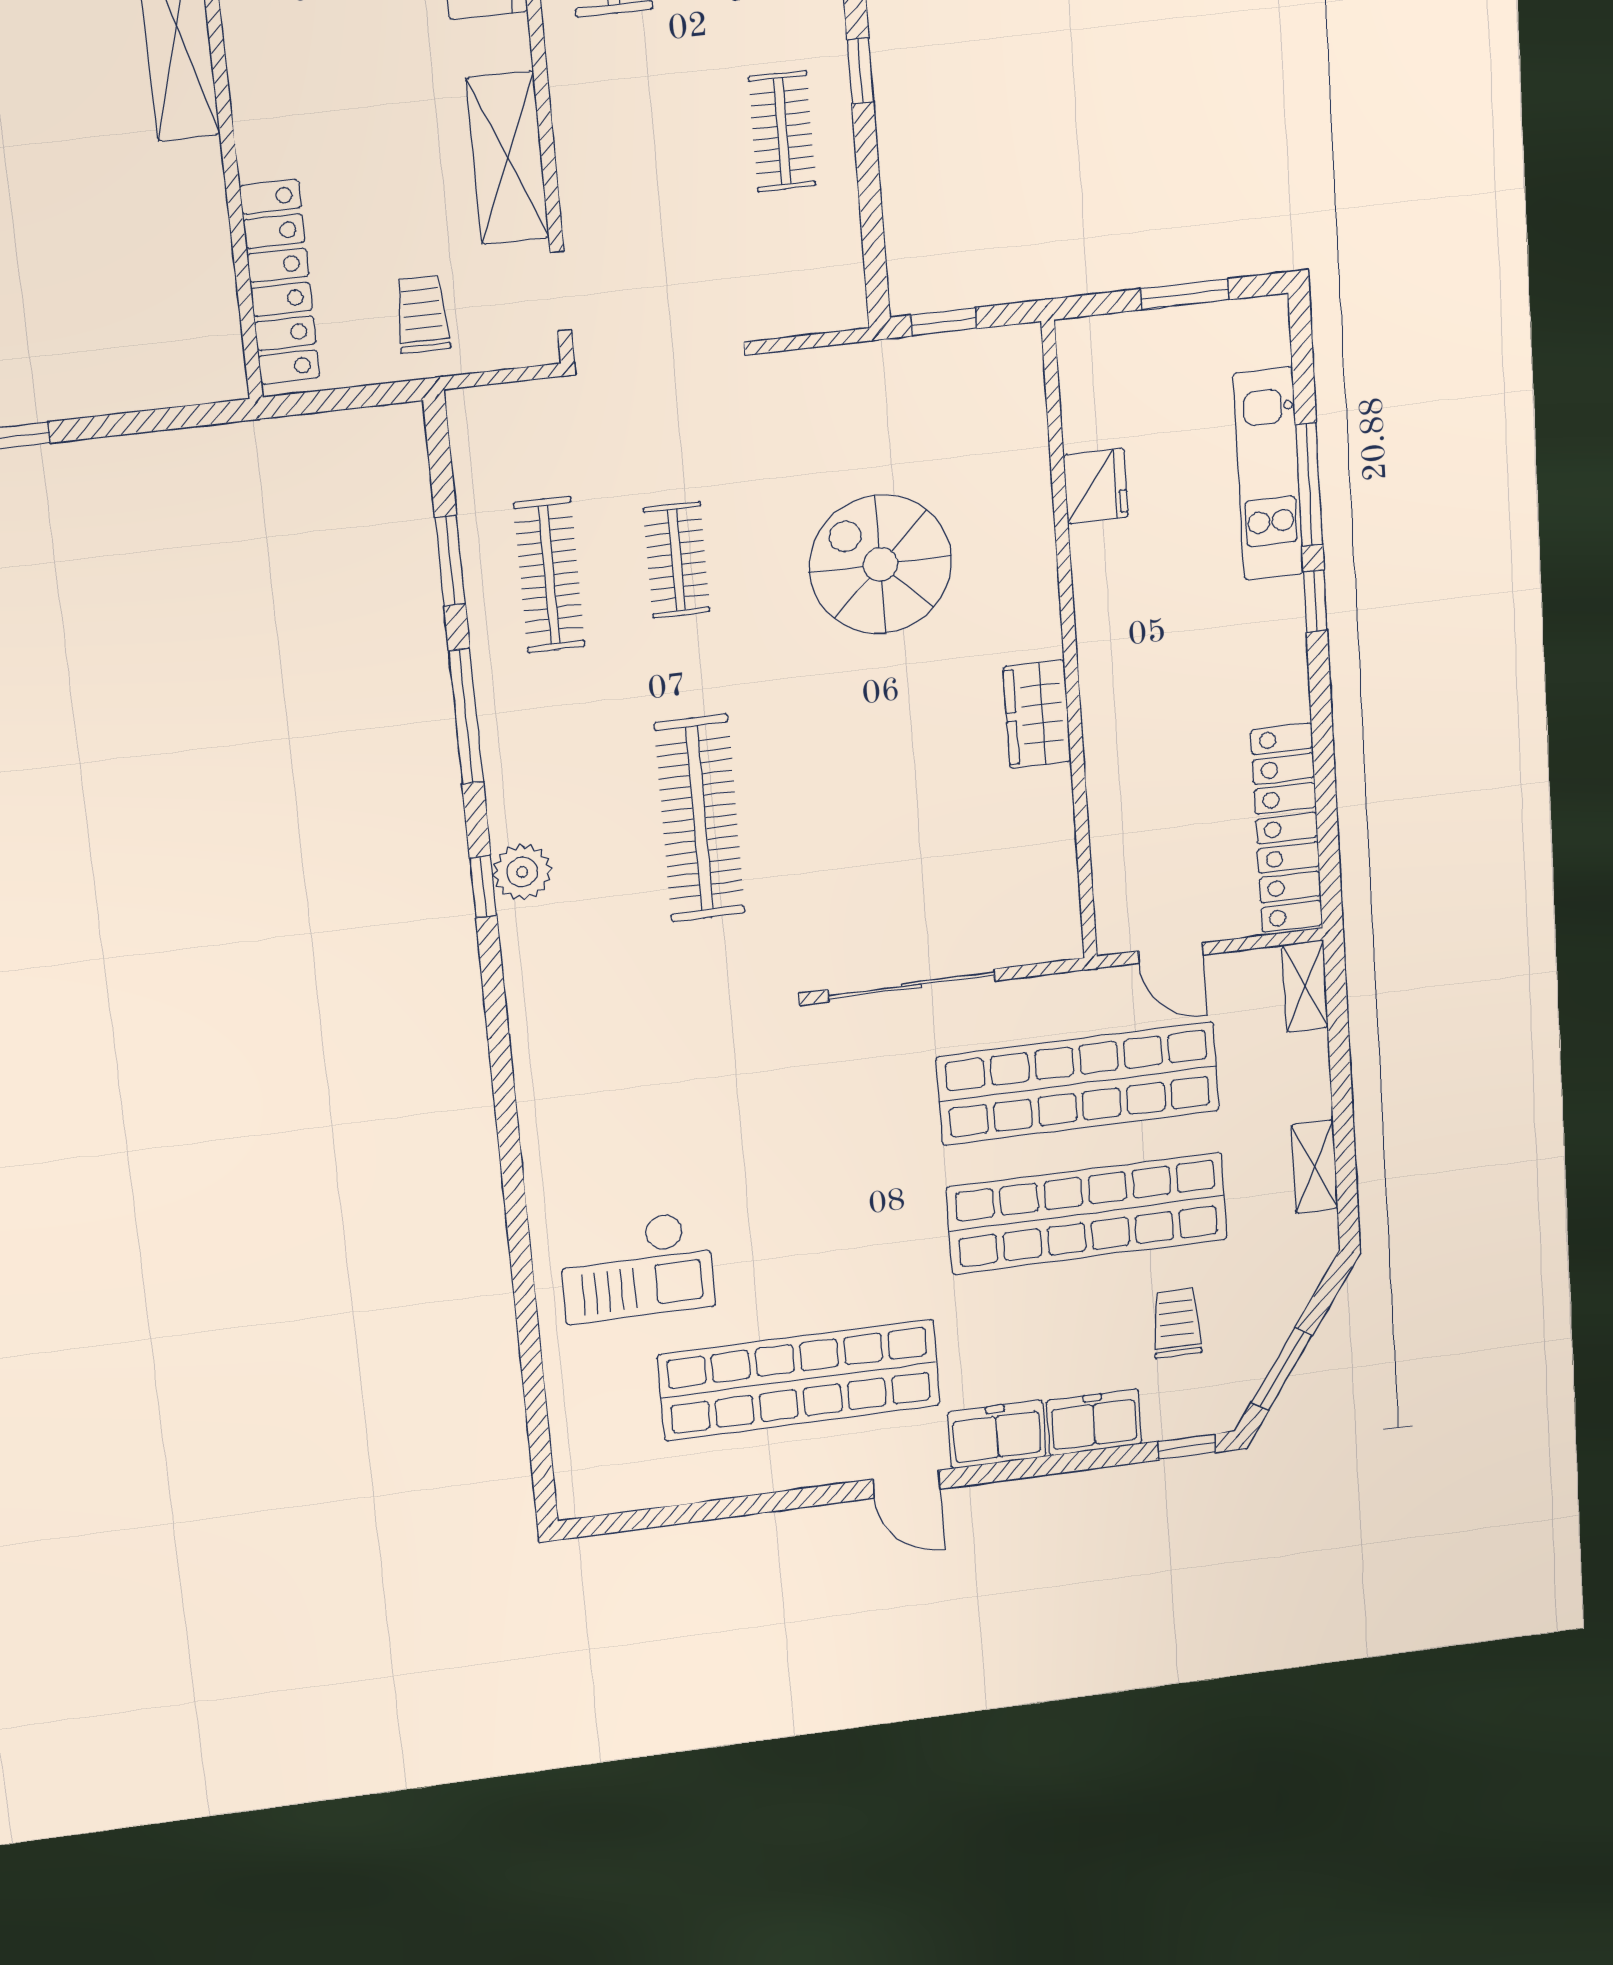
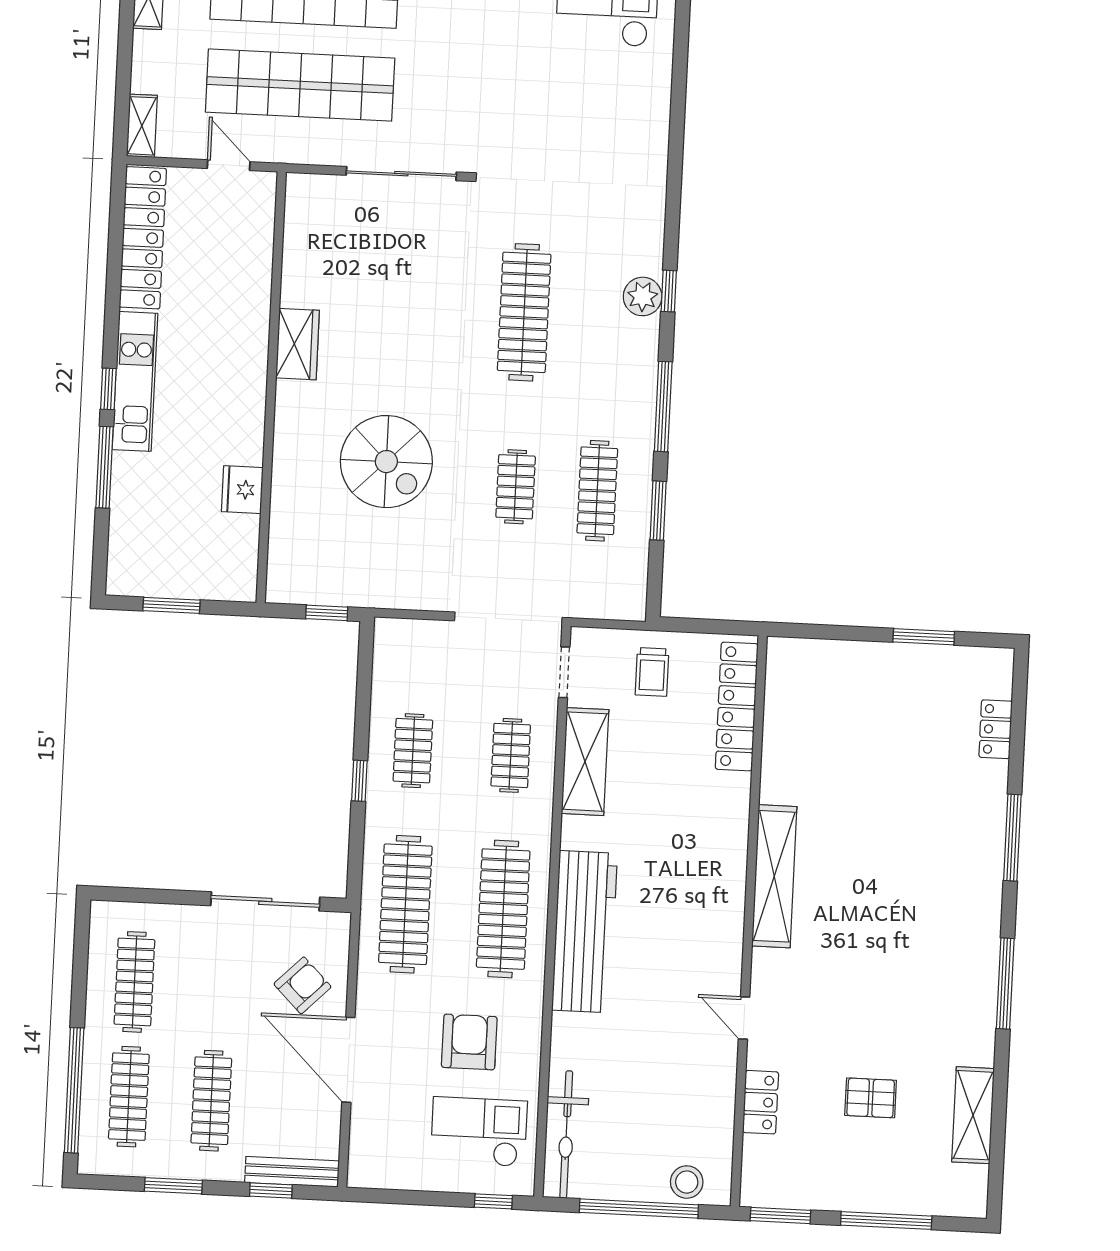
clothes rail: (627, 149) -> (511, 755), added
kitchen unit: (1268, 474) -> (135, 381), moved

